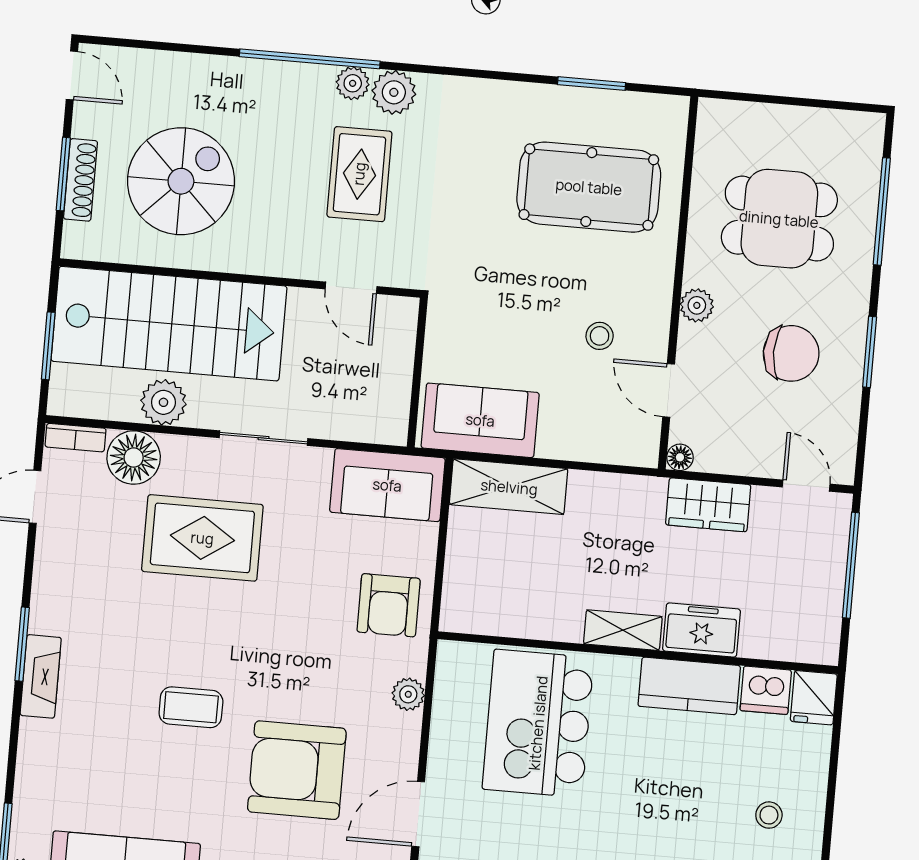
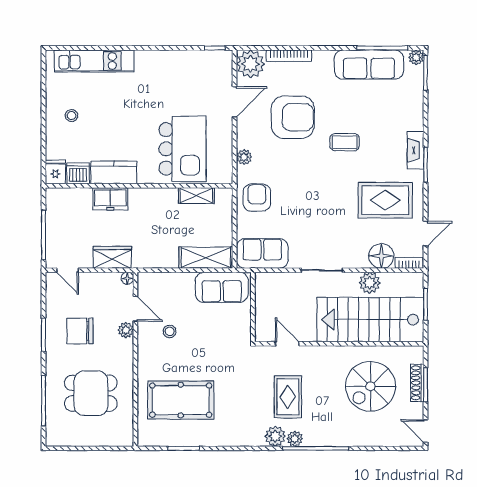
plant: (697, 305) -> (126, 330), moved
rug: (202, 538) -> (385, 200), moved
shelving: (623, 630) -> (196, 196), moved

